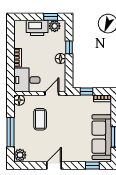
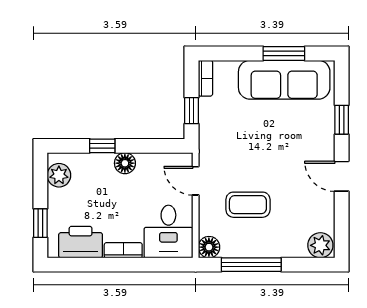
window: (51, 17) -> (40, 223), moved
printer: (37, 28) -> (81, 242), moved, turned -90
window: (10, 132) -> (251, 265), moved
window: (92, 166) -> (342, 120), moved

